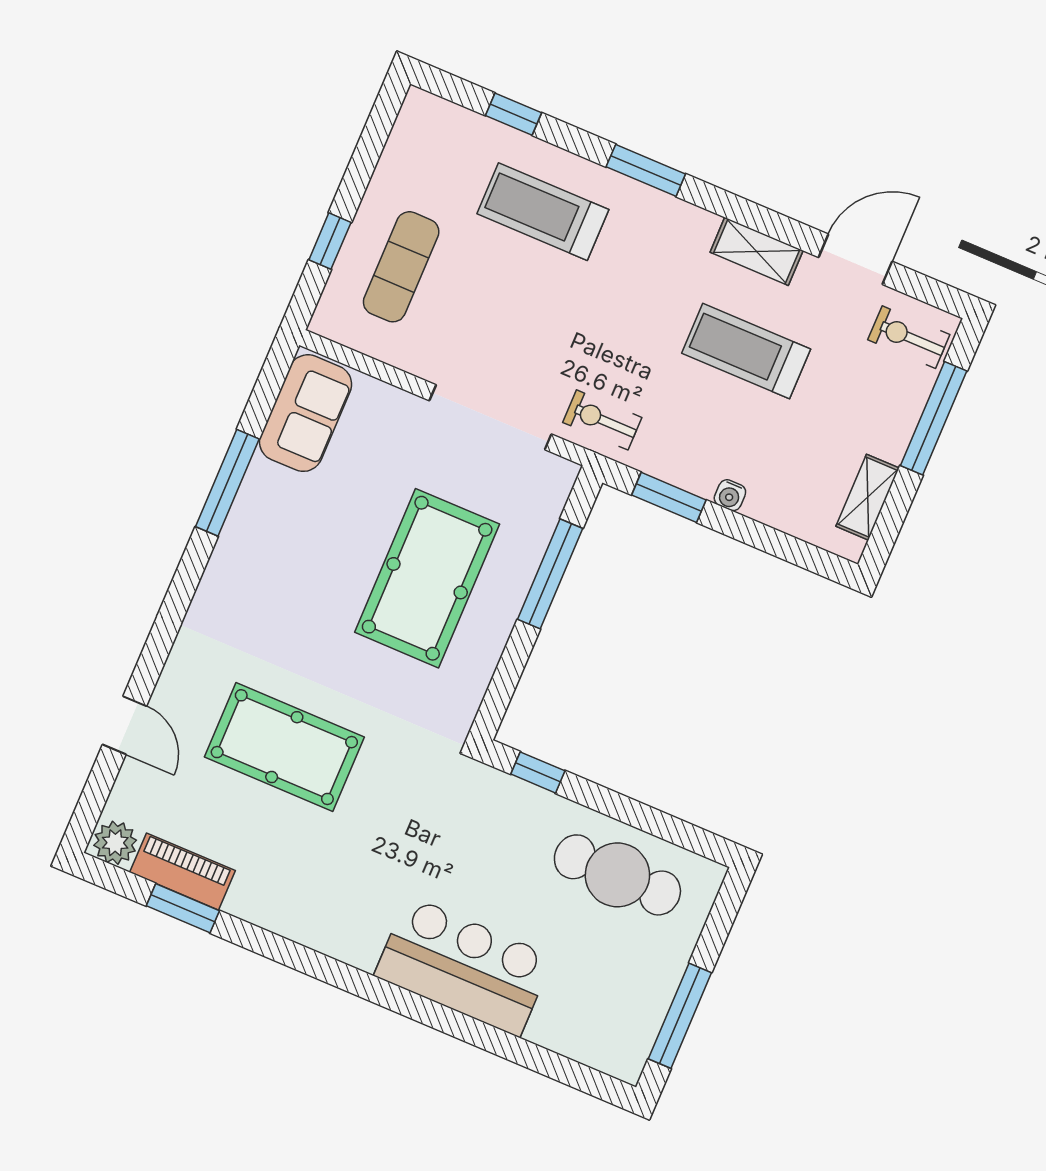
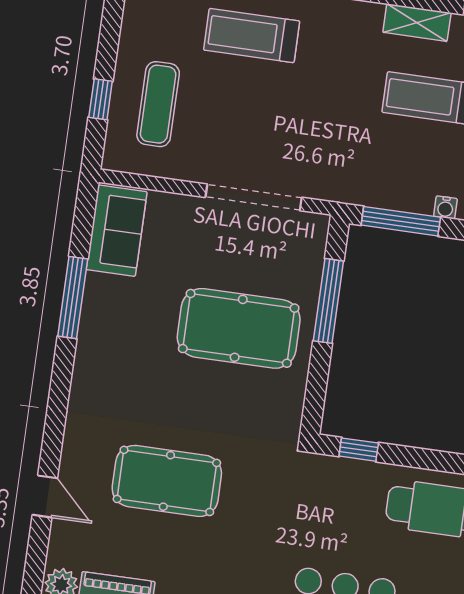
exercise bike: (602, 420) -> (336, 177), removed
window: (669, 497) -> (401, 221), width x1.44
pool table: (427, 578) -> (239, 328), turned 90

